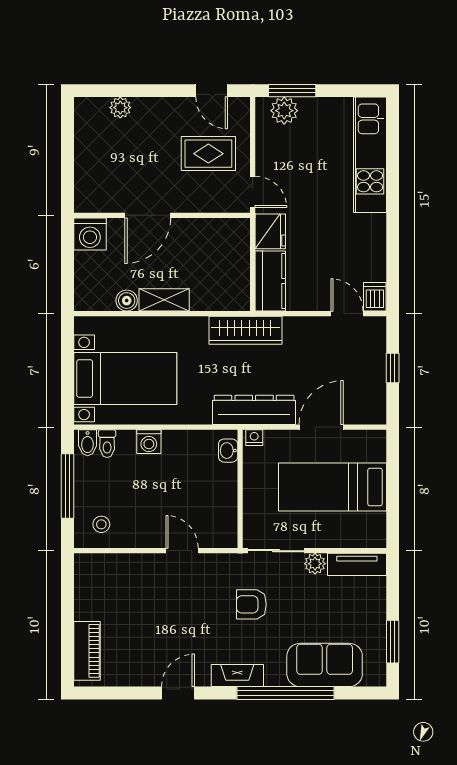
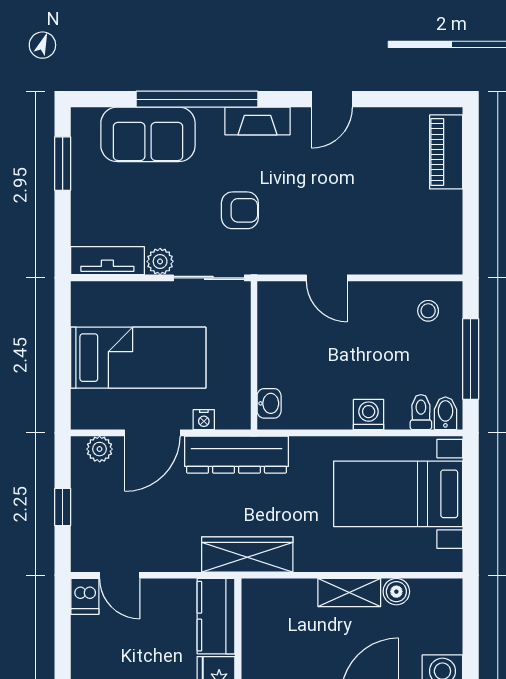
plant: (363, 414) -> (100, 449), added
nightstand: (254, 438) -> (204, 420), moved

